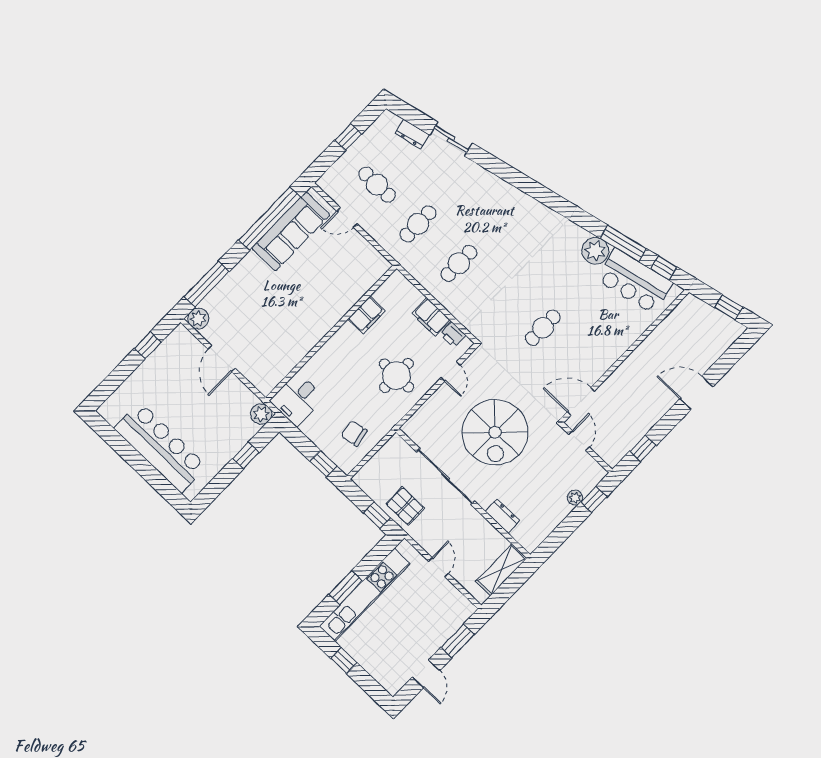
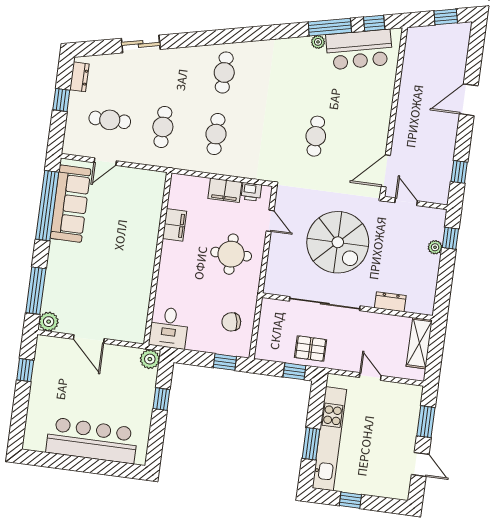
dresser: (412, 134) -> (79, 77), moved, turned -77
cafe table: (505, 216) -> (224, 72), added
plant: (595, 251) -> (318, 42), width x0.53, depth x0.53

